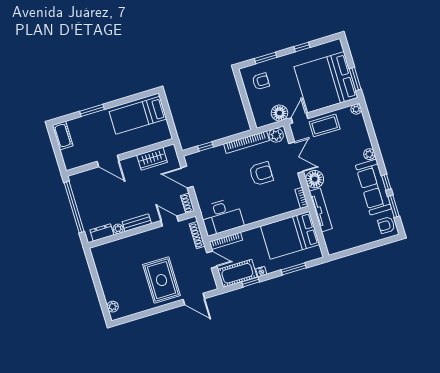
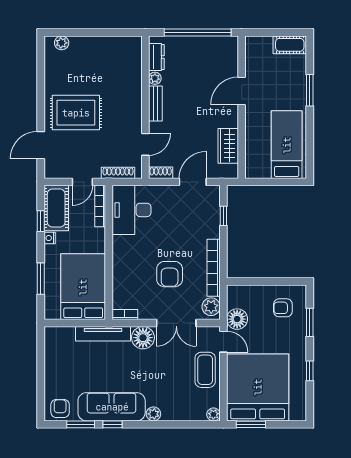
armchair: (261, 81) -> (283, 308), turned 90

